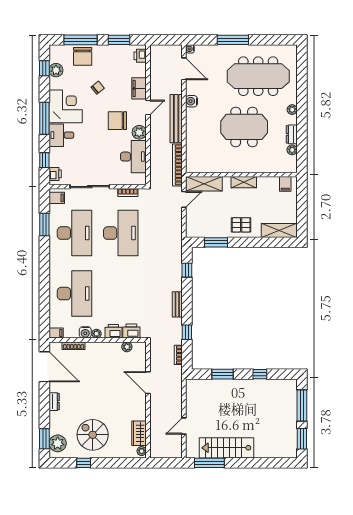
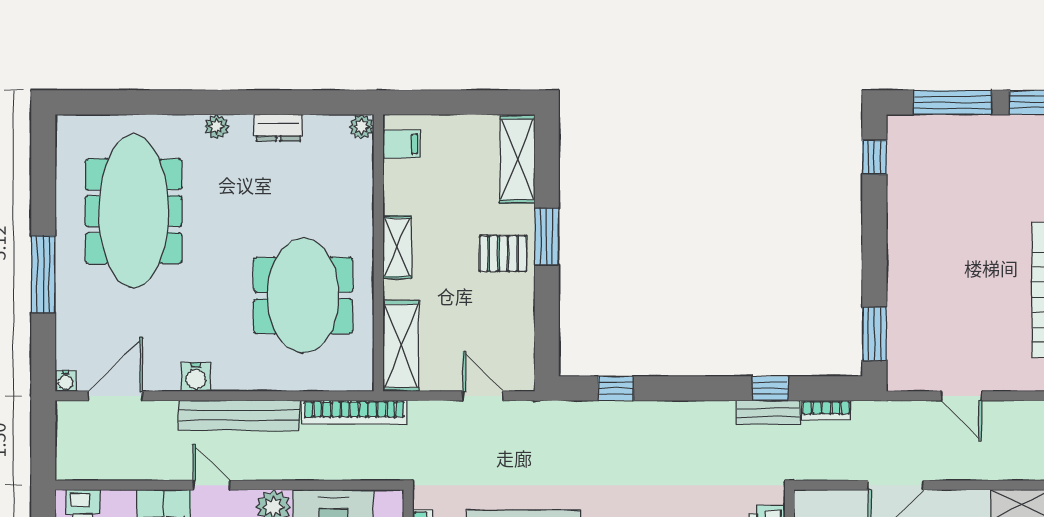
meeting table: (244, 127) -> (303, 295), moved
plant: (292, 150) -> (362, 127), moved
door: (184, 199) -> (483, 396), moved
pallet: (241, 225) -> (503, 254), turned 90
window: (216, 242) -> (547, 237), moved
bench: (177, 304) -> (768, 412), moved
window: (223, 374) -> (874, 334), moved
window: (260, 374) -> (874, 157), moved
door: (184, 426) -> (961, 396), moved

